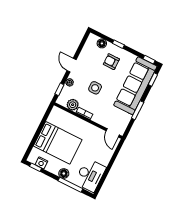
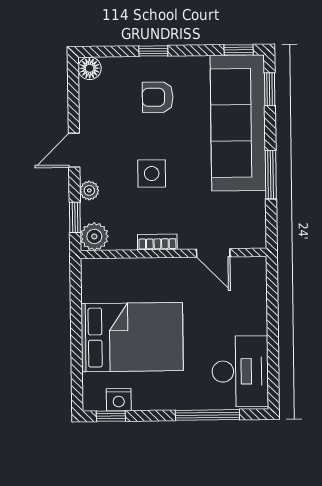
floor lamp: (102, 43) -> (90, 68), moved
door: (72, 65) -> (74, 150), hinge flipped
plant: (73, 105) -> (94, 236), moved
door: (113, 133) -> (213, 253), moved
floor lamp: (64, 174) -> (180, 398), removed

